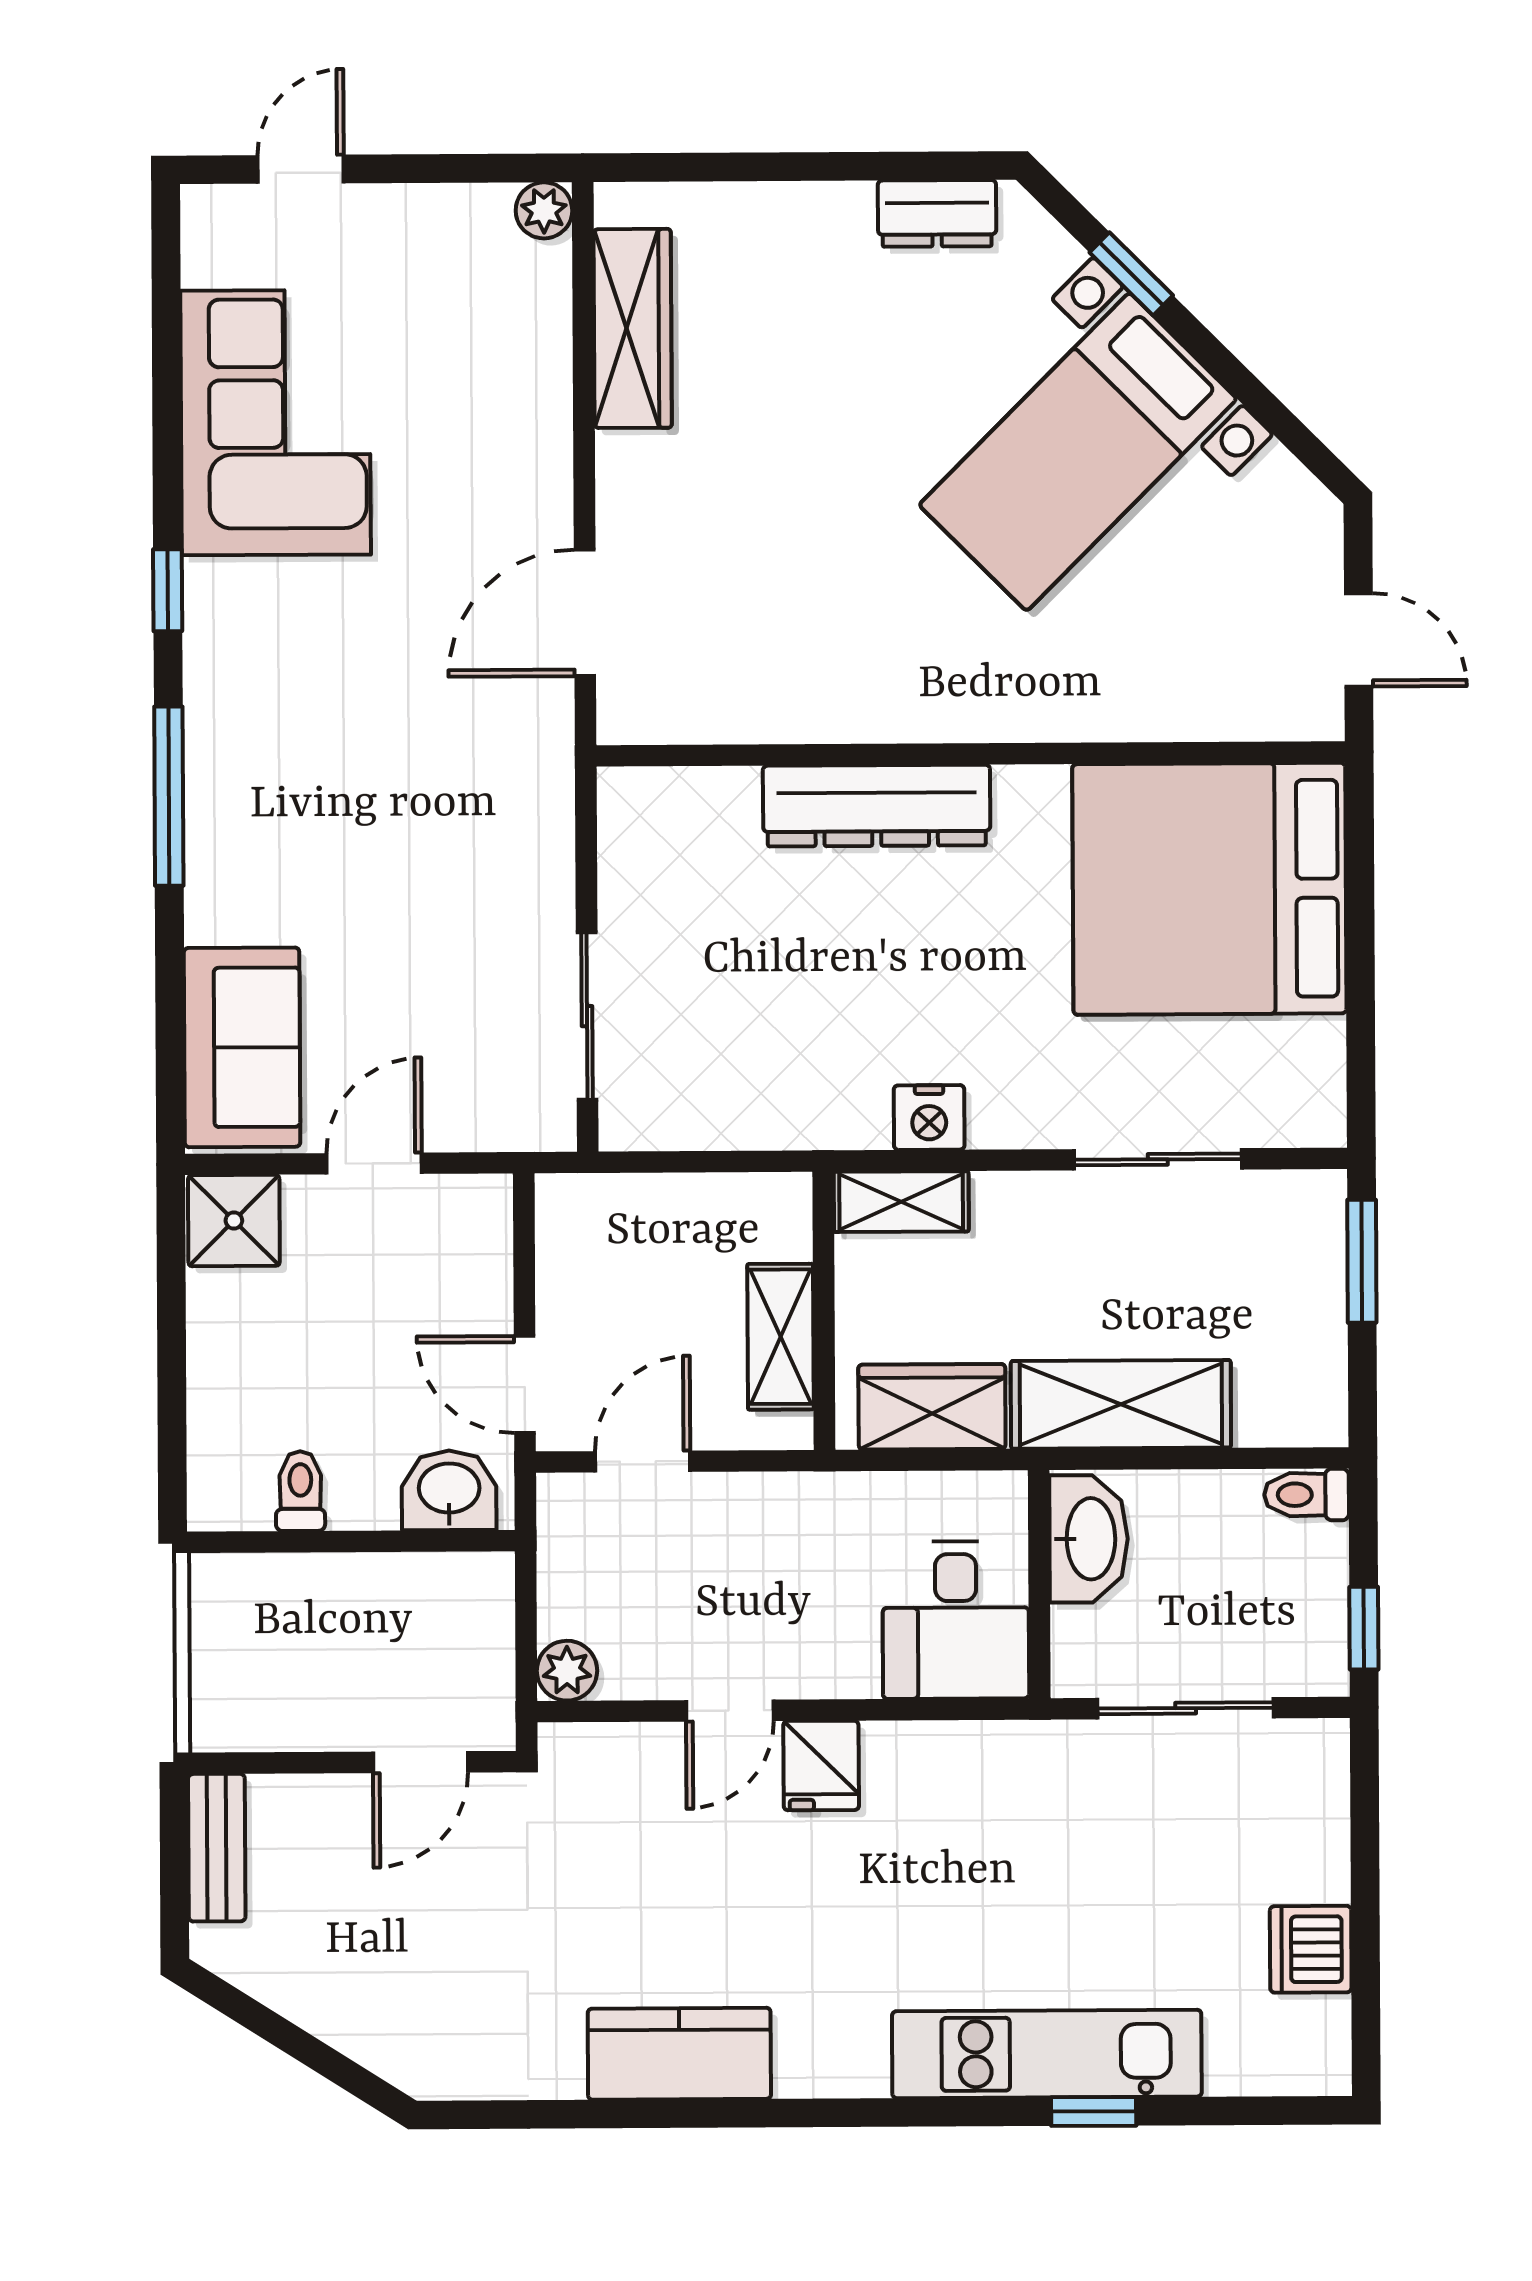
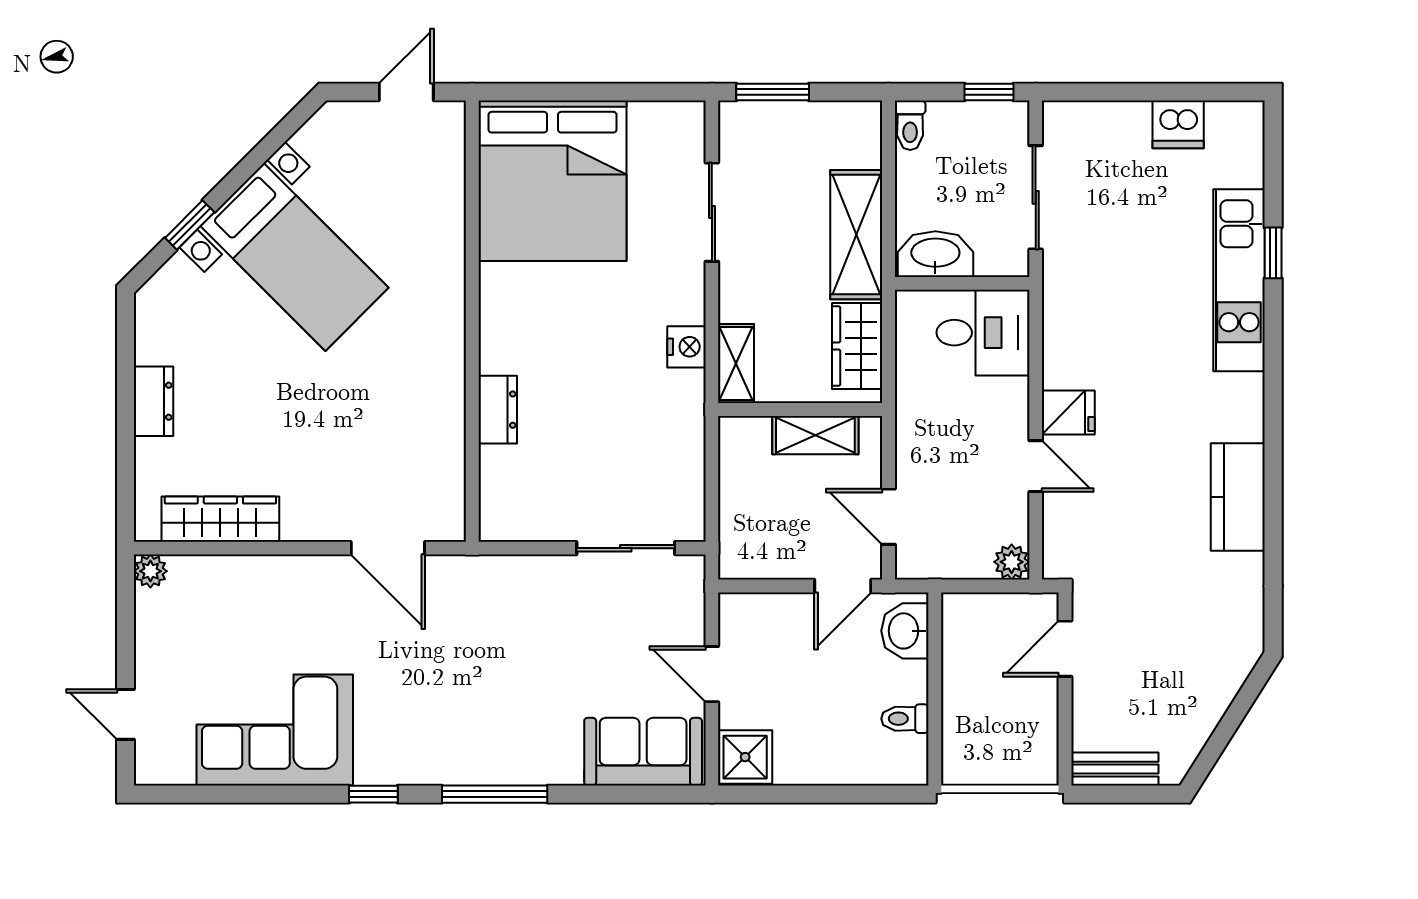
dresser: (937, 213) -> (153, 401), moved
dresser: (877, 806) -> (498, 410), width x0.51, depth x0.80
door: (421, 1762) -> (1065, 649), swing flipped

